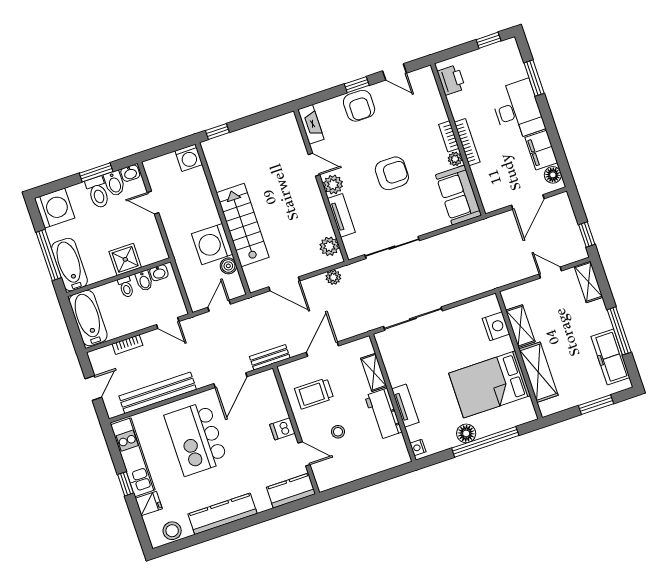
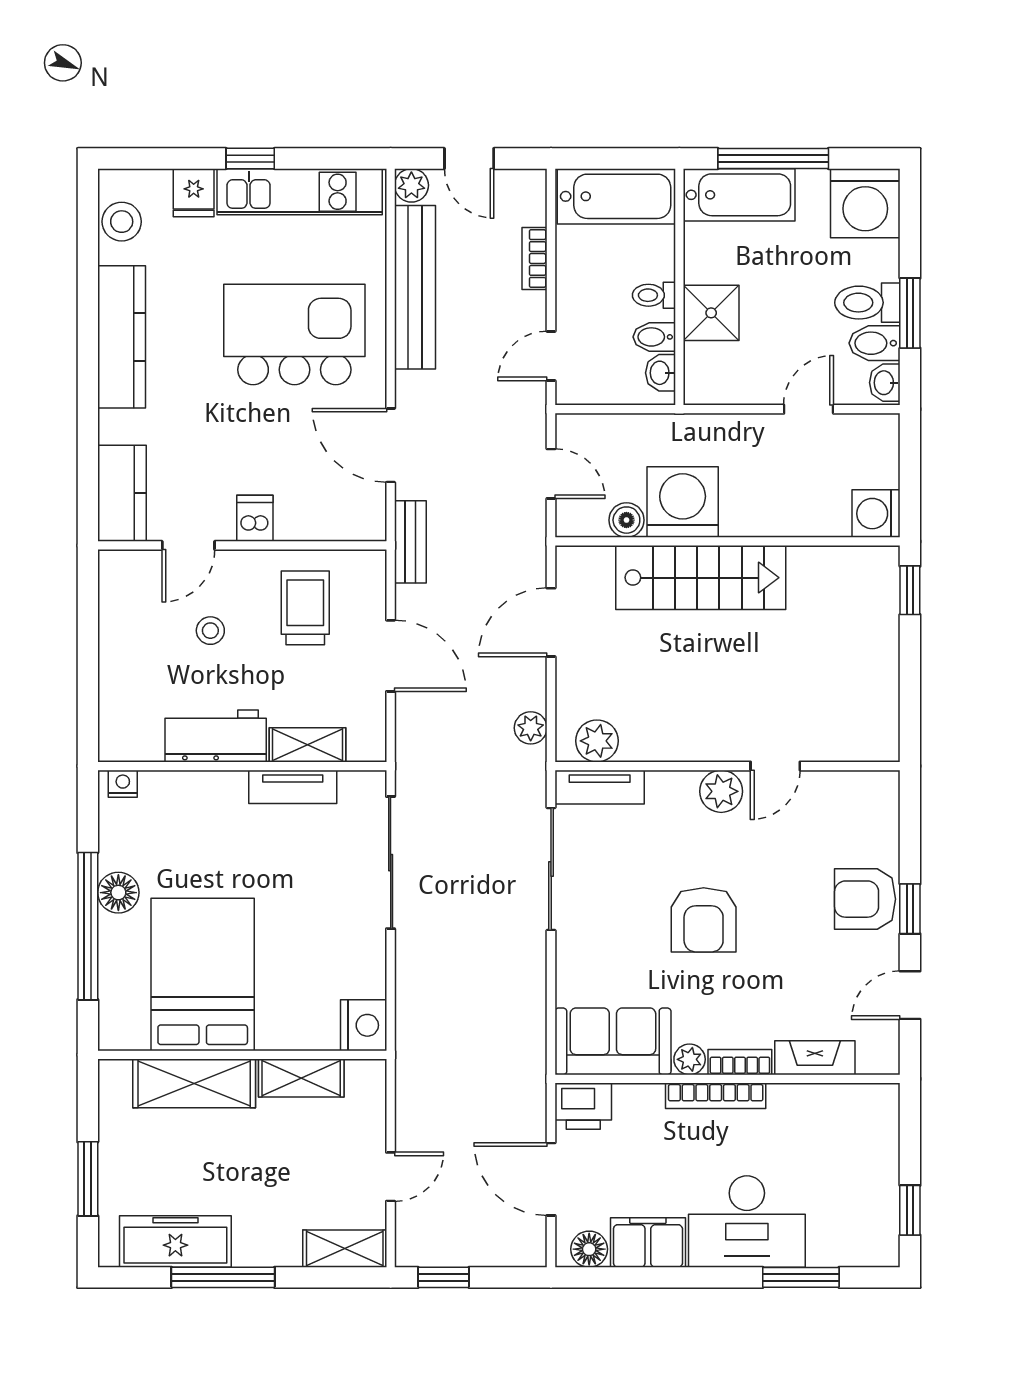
printer: (451, 80) -> (583, 1106), moved
fireplace: (311, 124) -> (815, 1058), moved, turned 180
tv unit: (341, 215) -> (600, 787), moved
nightstand: (496, 326) -> (364, 1025), moved, turned -90
tv unit: (405, 406) -> (293, 787), moved
plant: (114, 409) -> (411, 185), added

